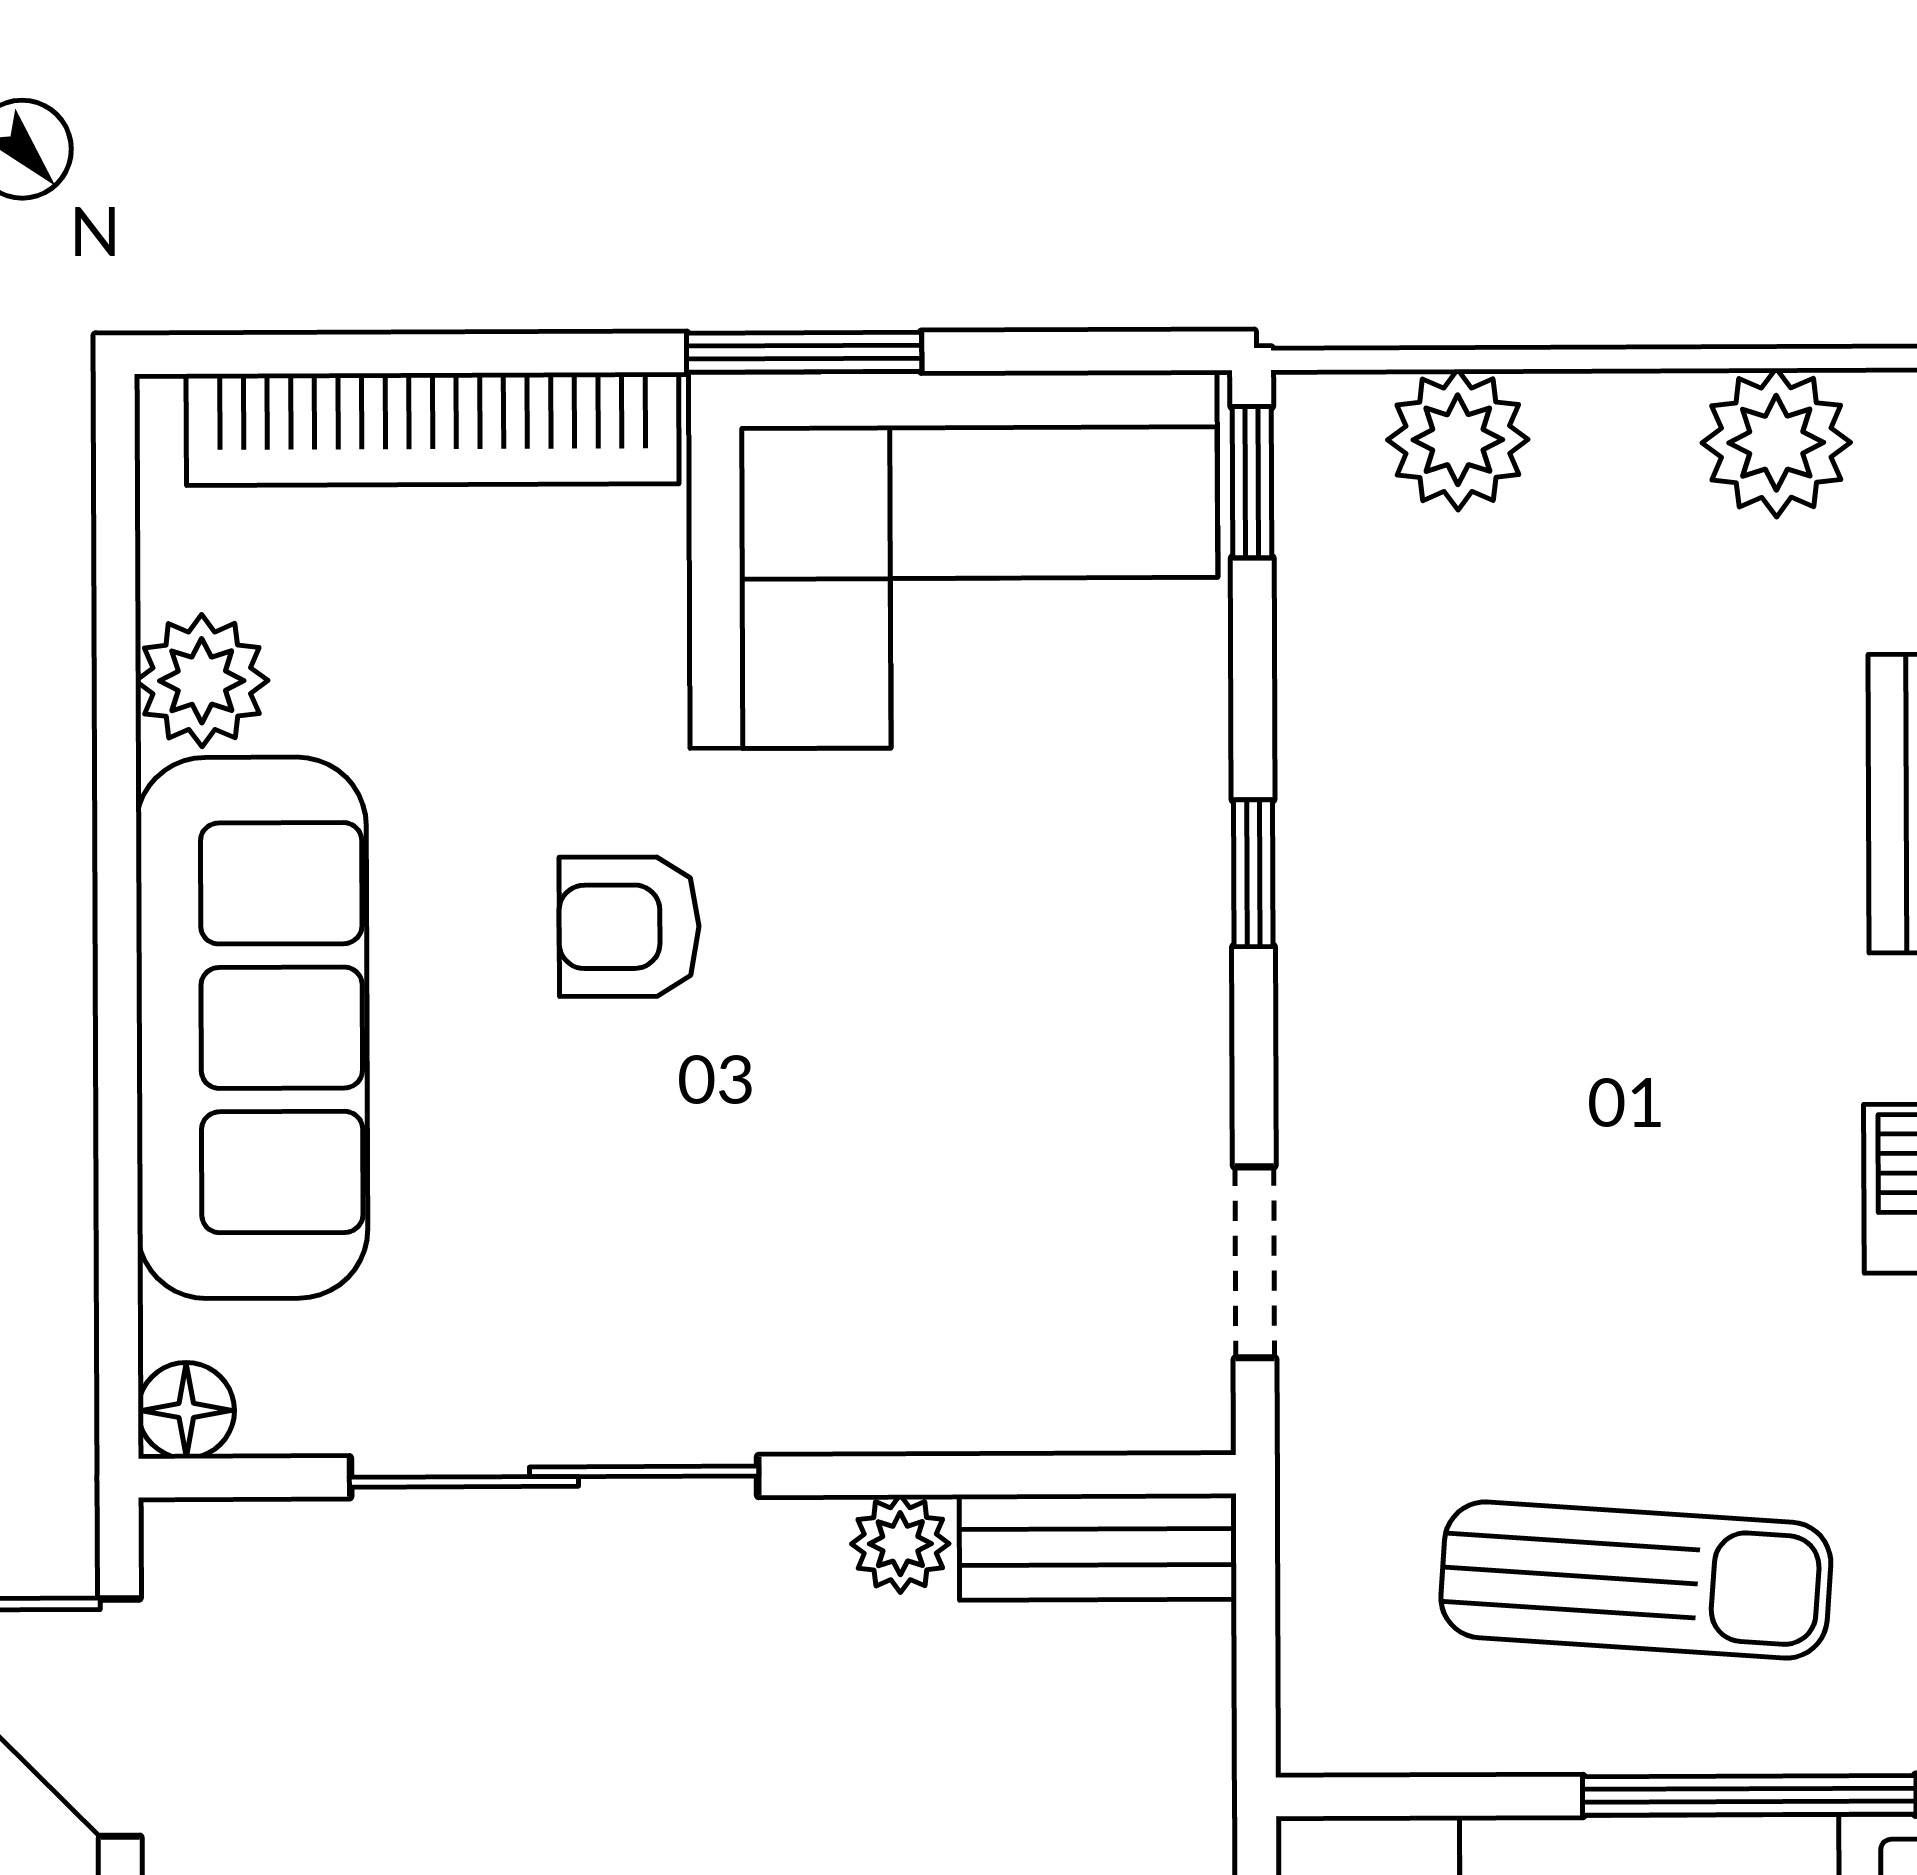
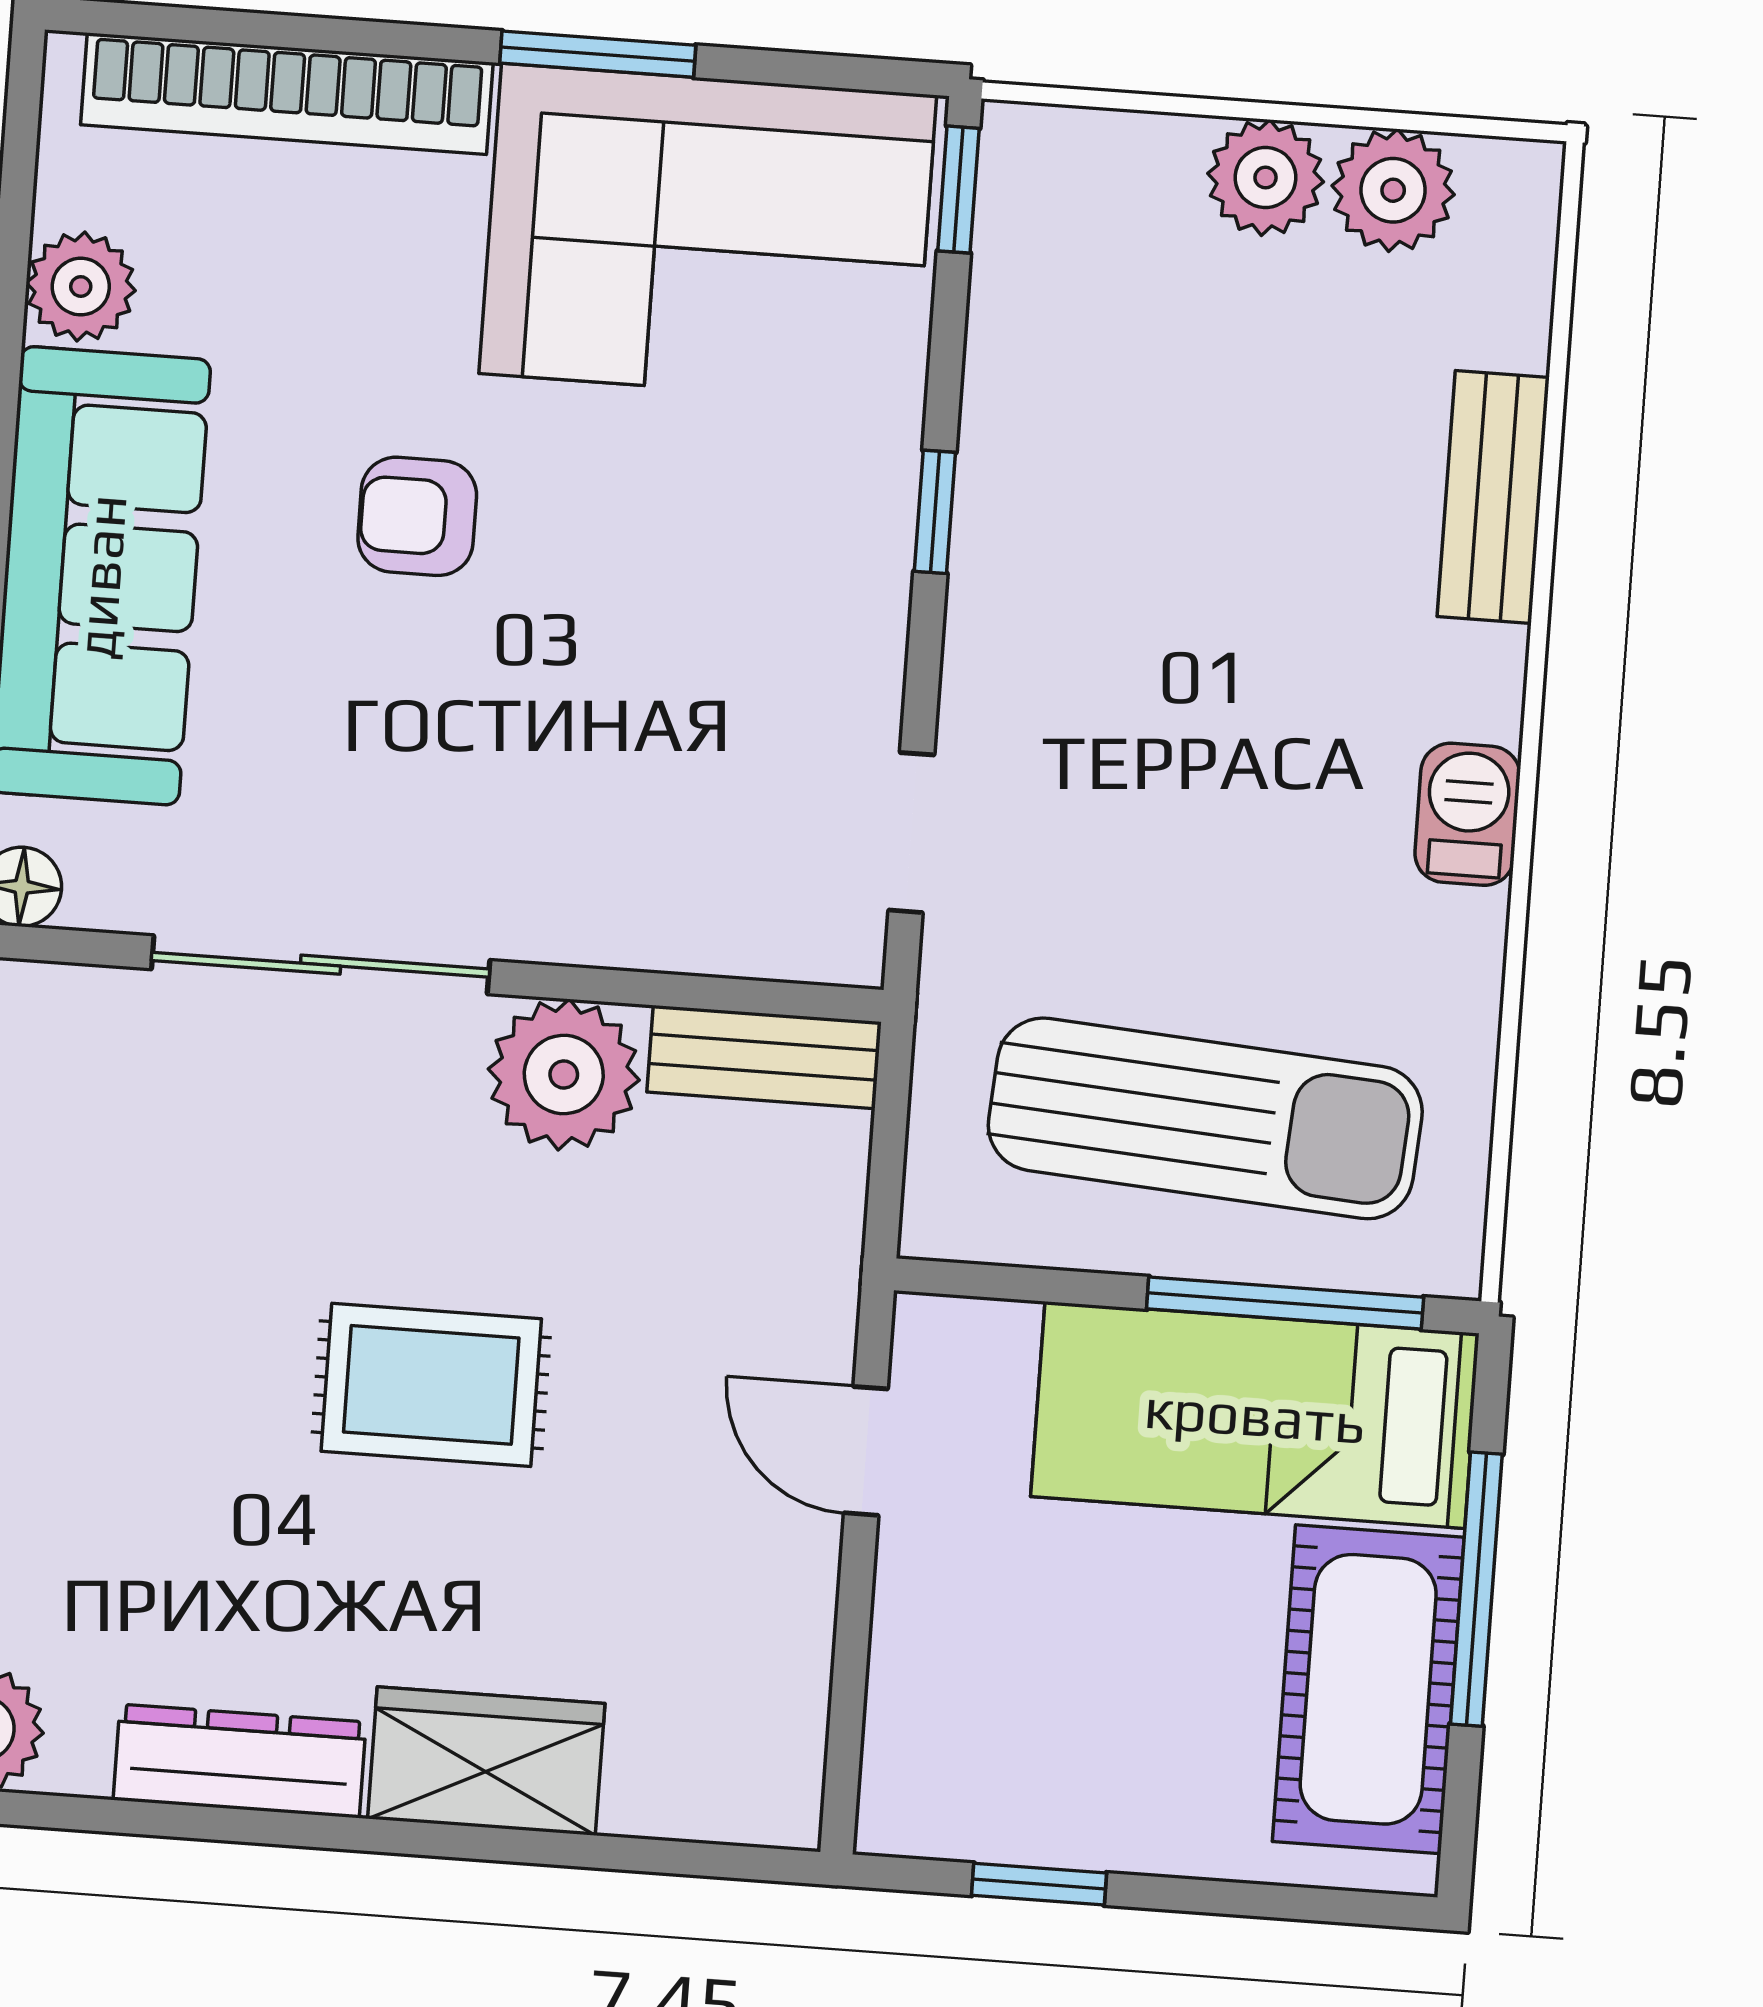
plant: (1458, 440) -> (1266, 178), moved
plant: (900, 1544) -> (564, 1074), width x1.88, depth x1.88
sun lounger: (1636, 1580) -> (1205, 1118), width x1.36, depth x1.34

